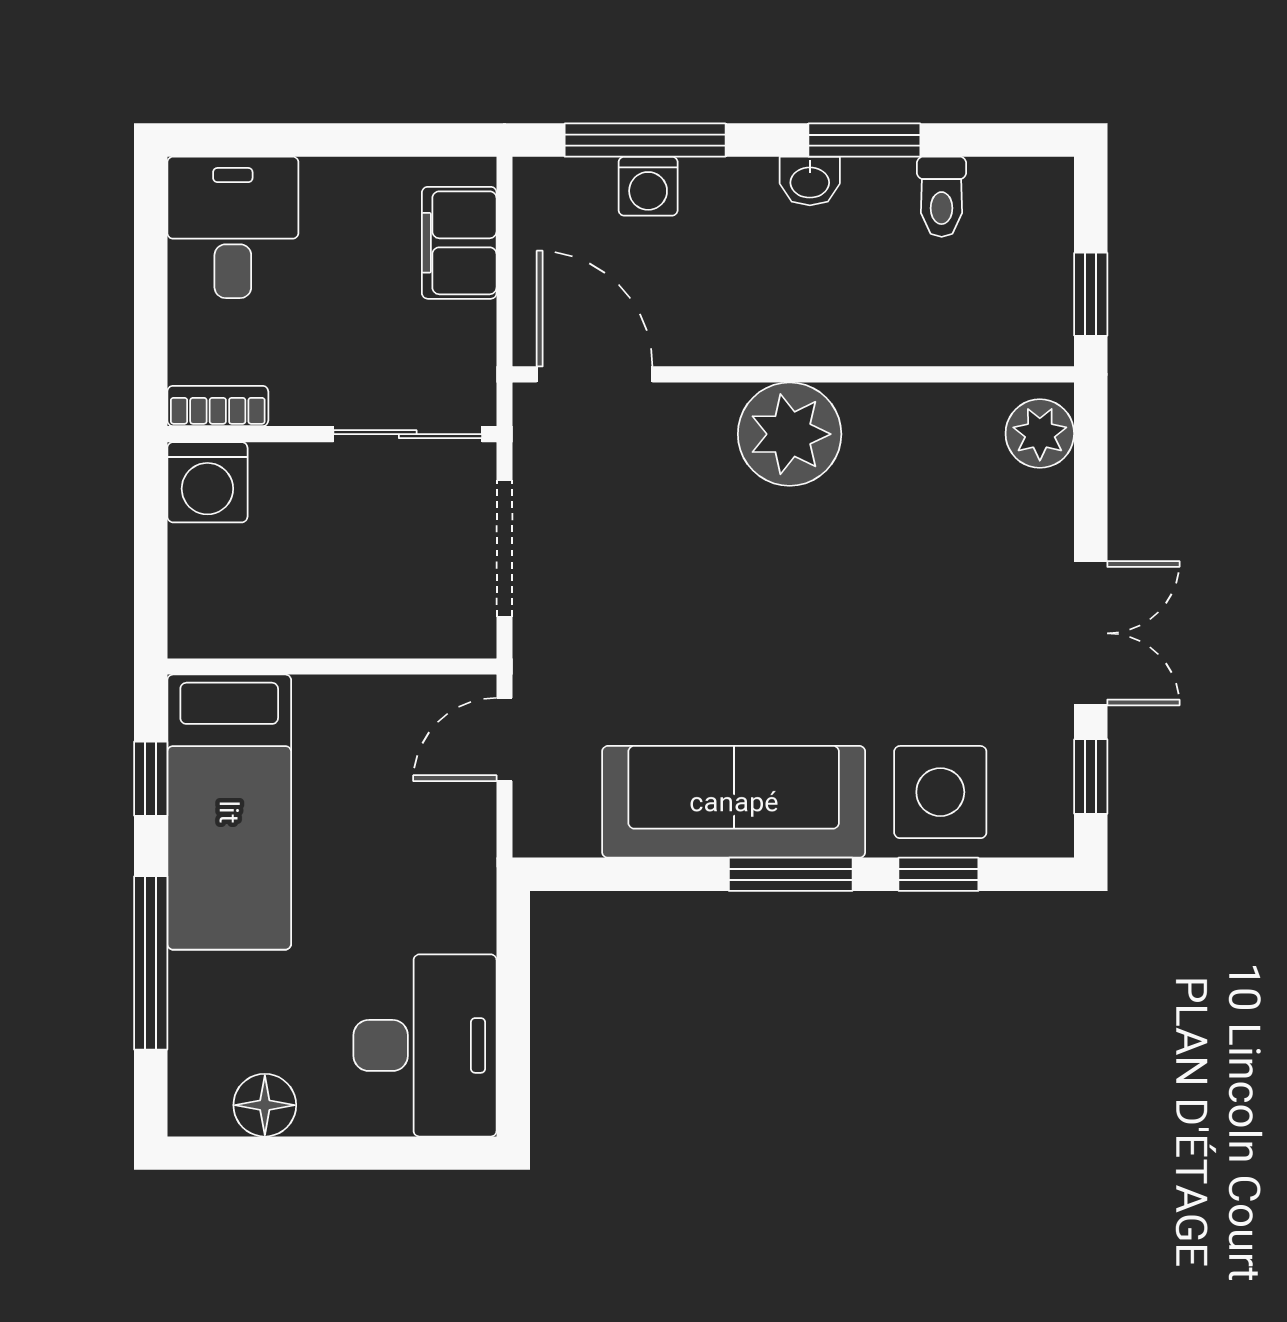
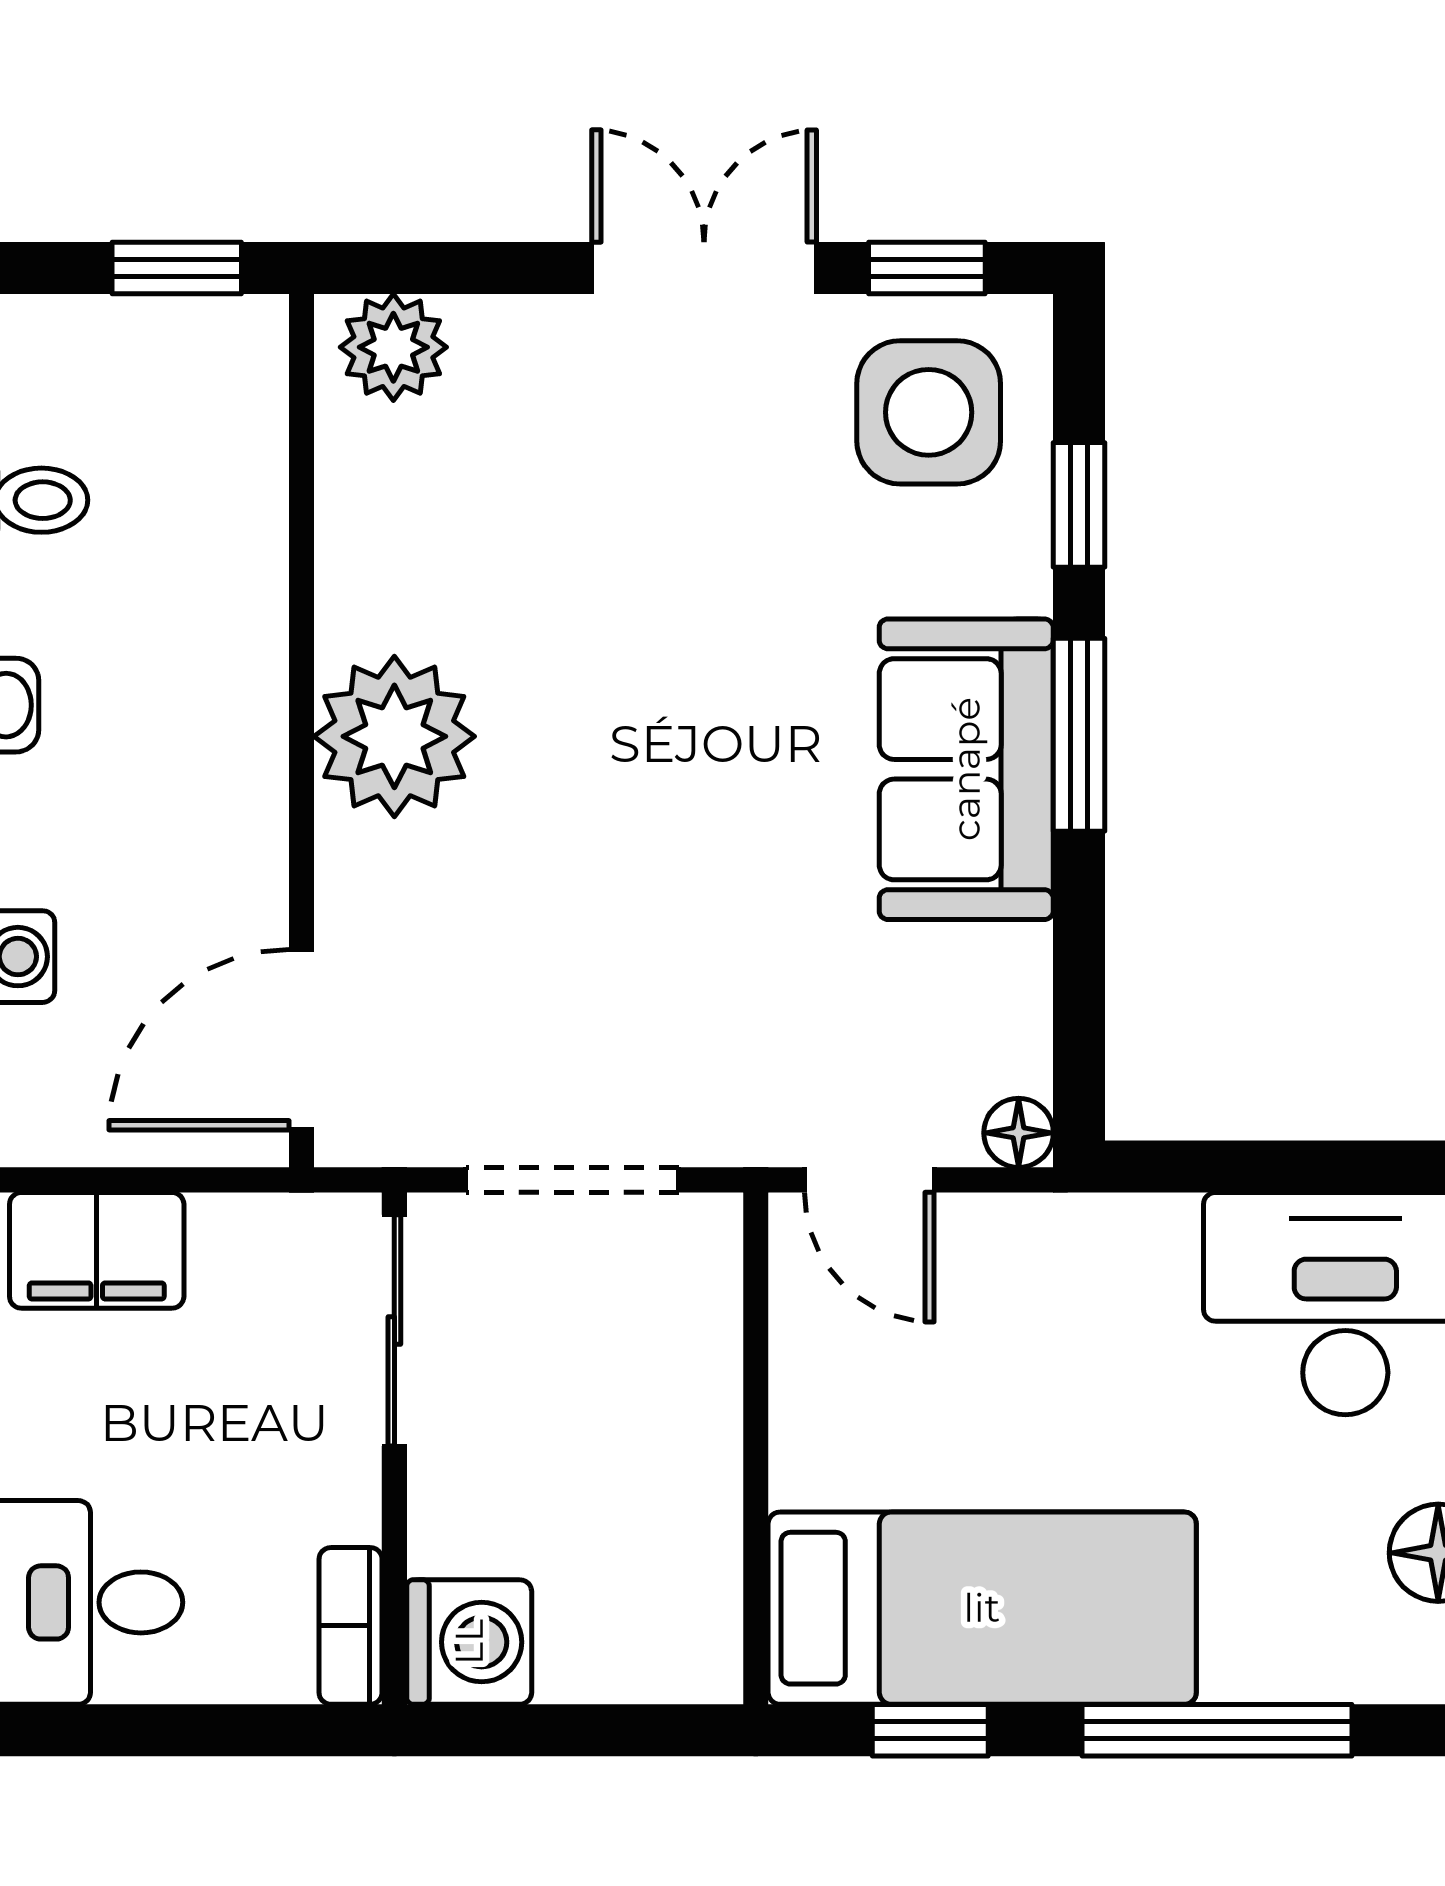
side table: (940, 792) -> (929, 412), moved
sofa: (734, 802) -> (966, 769), width x0.73
floor lamp: (535, 835) -> (1019, 1133), added

